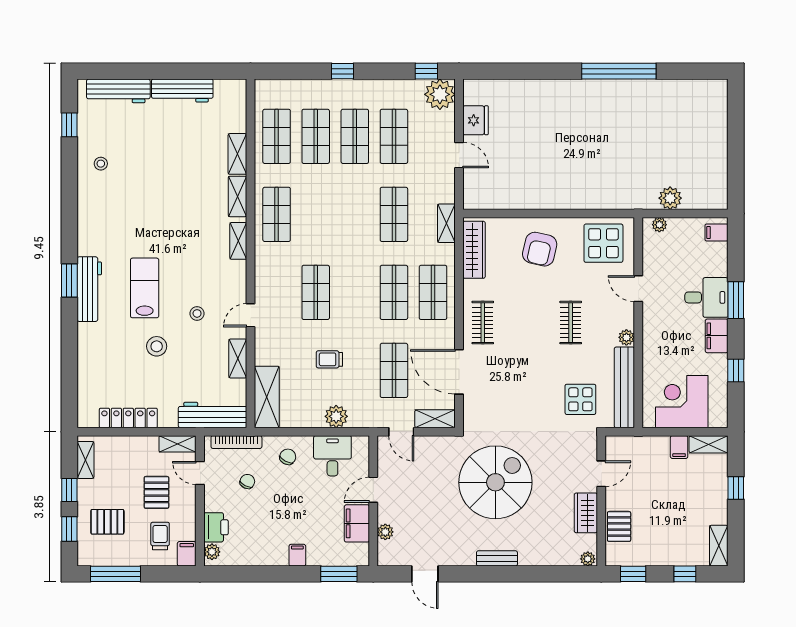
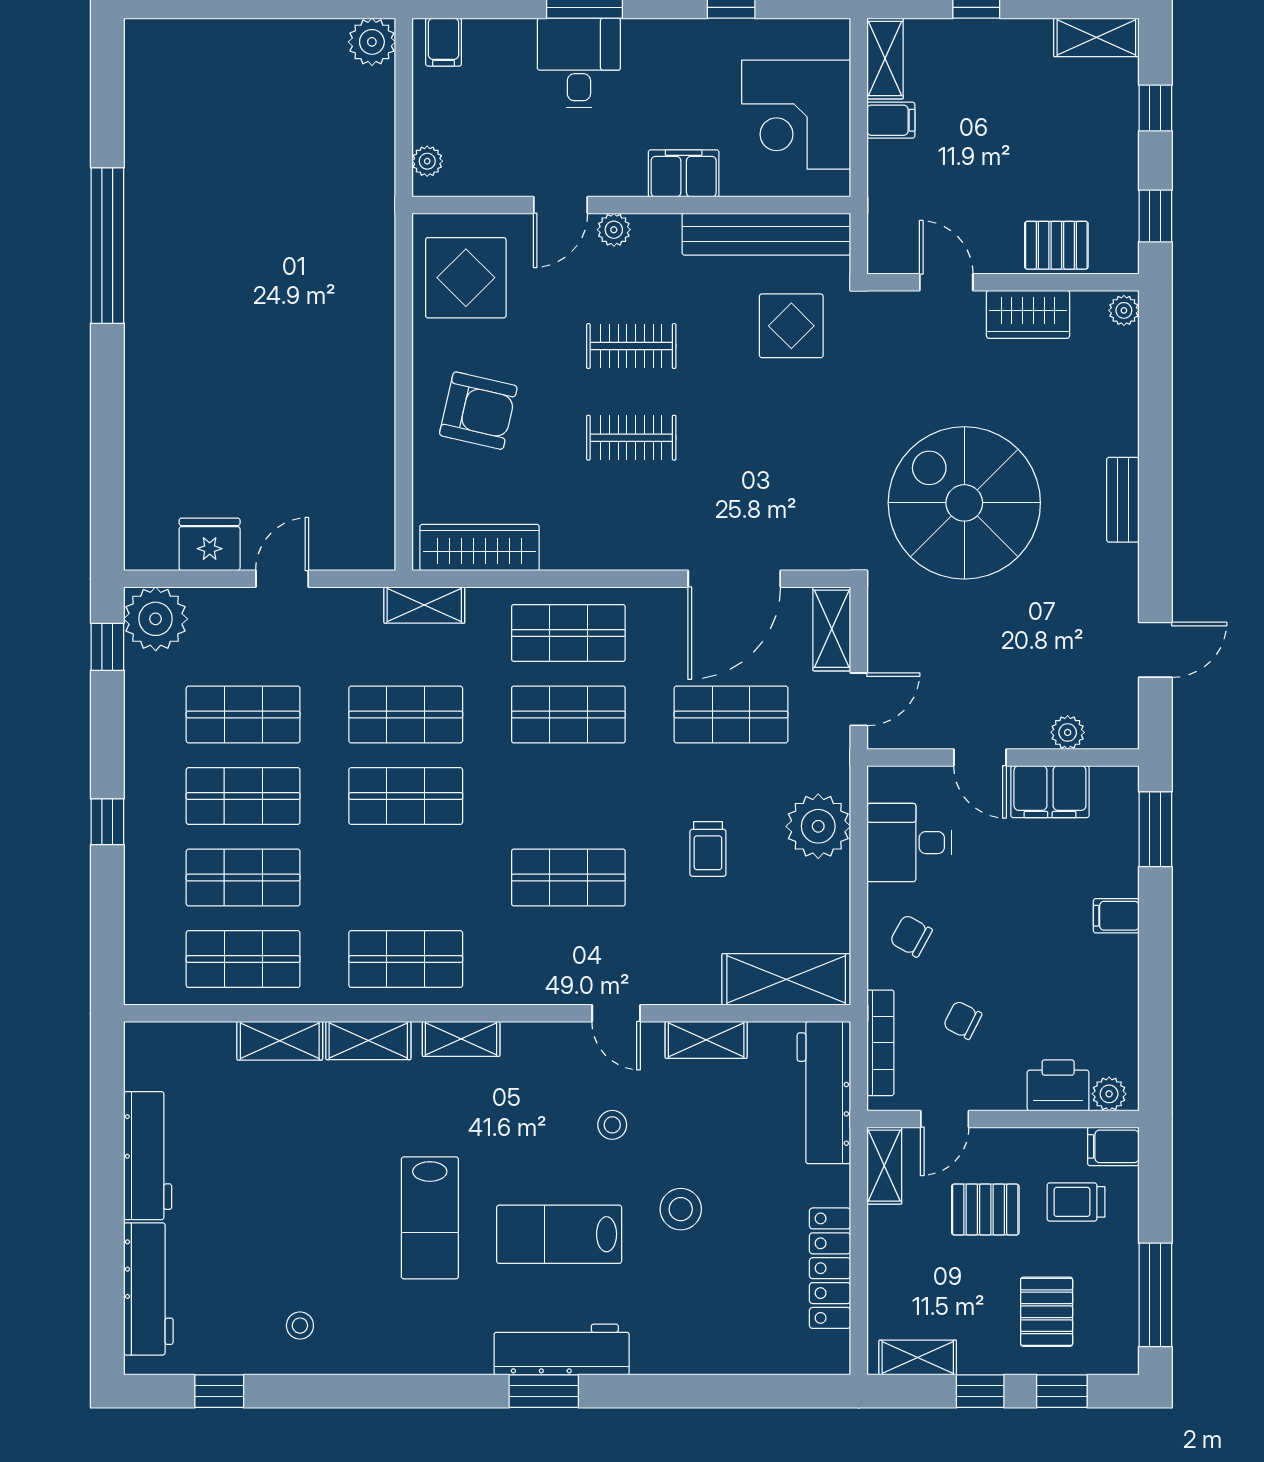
plant: (670, 198) -> (372, 42), moved
shop shelf: (355, 214) -> (406, 796), added
lab bench: (152, 226) -> (430, 1218), added
clothes rail: (483, 323) -> (631, 438), moved
filing cabinet: (717, 336) -> (684, 173), moved, turned 180
plant: (626, 337) -> (614, 230), moved
plant: (336, 416) -> (818, 826), width x1.36, depth x1.36

